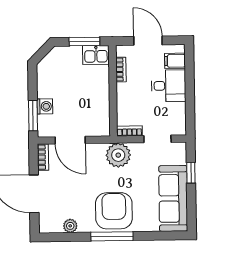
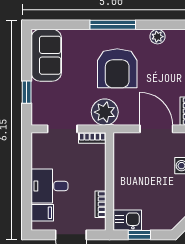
window: (84, 42) -> (139, 235), width x0.67
sofa: (173, 198) -> (46, 55), width x0.73
armchair: (114, 211) -> (117, 68), moved

